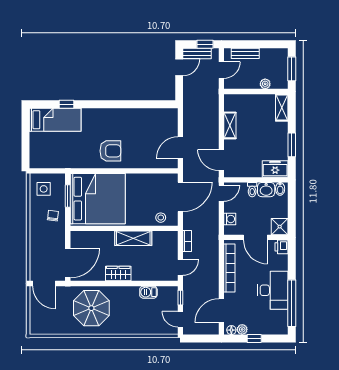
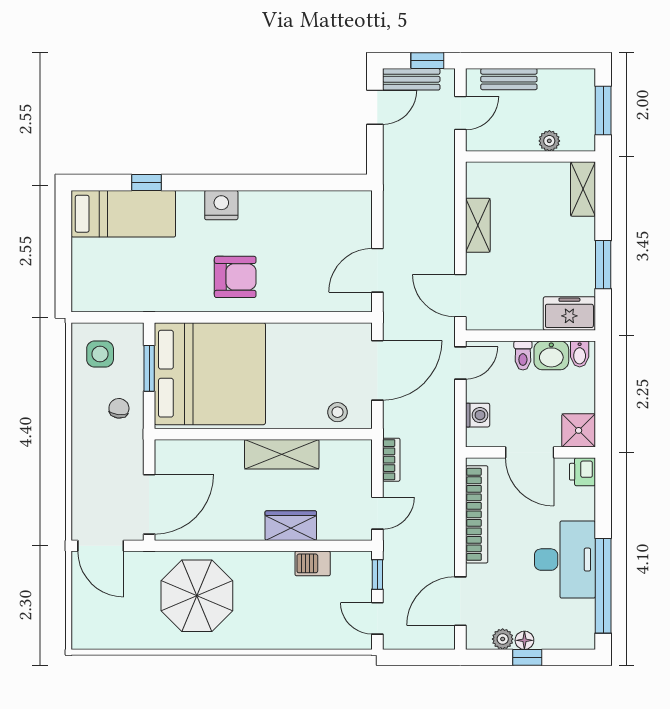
nightstand: (103, 115) -> (221, 205), added
wardrobe: (118, 274) -> (291, 526), moved
floor lamp: (231, 330) -> (524, 640), moved

